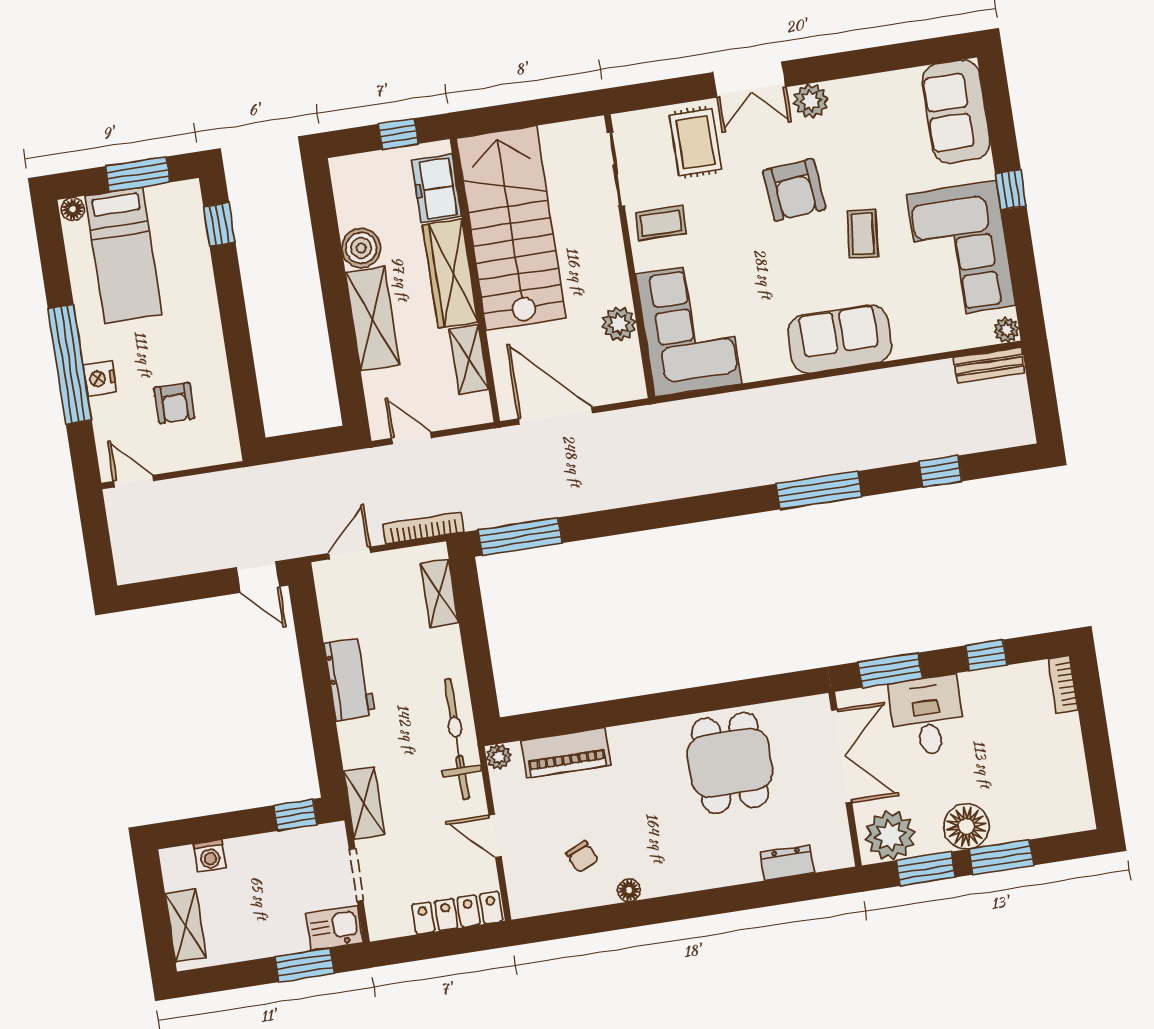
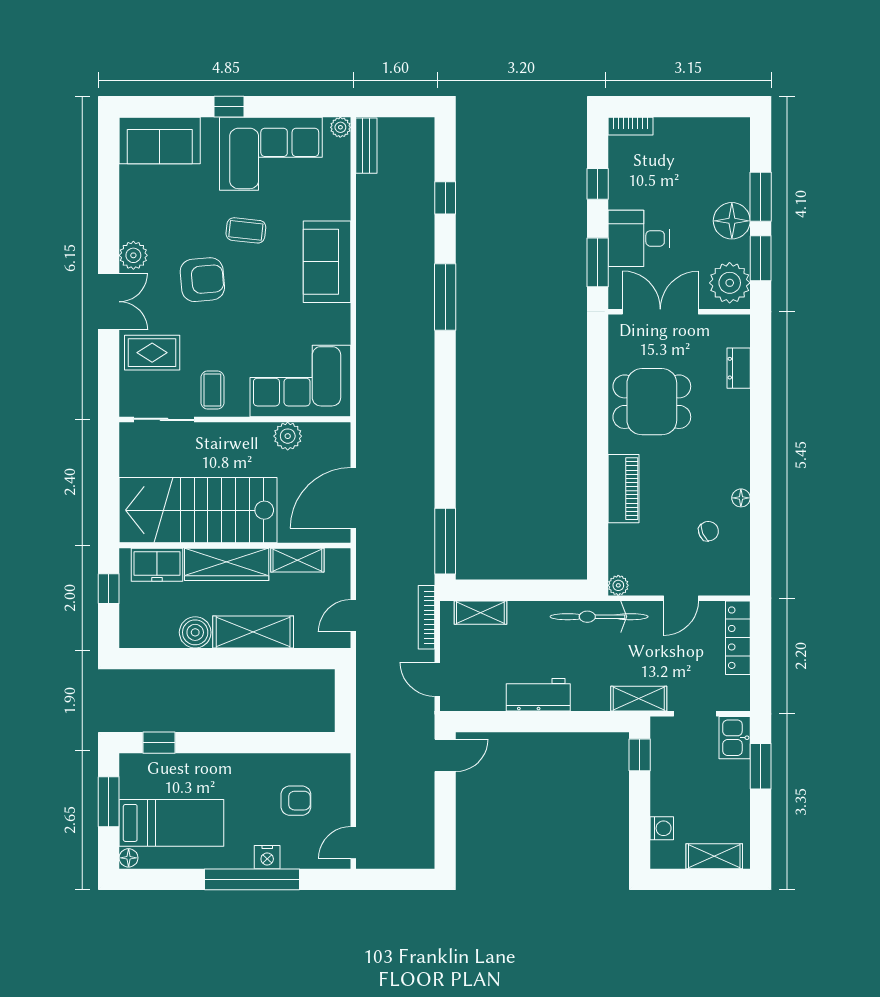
piano: (566, 753) -> (623, 489), moved

